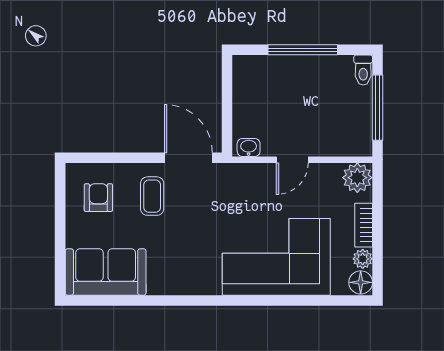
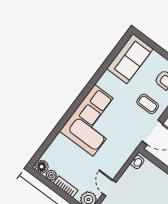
door: (292, 160) -> (109, 188), moved
corner sofa: (276, 257) -> (94, 120), moved

